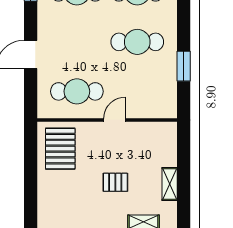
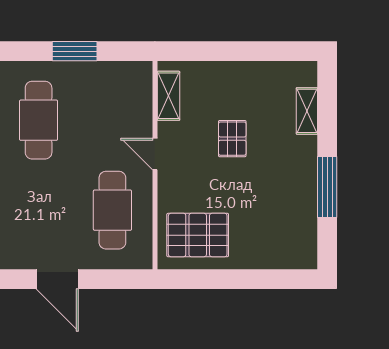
pallet: (115, 182) -> (232, 139), moved
shelving: (170, 184) -> (168, 96), moved, turned 90

